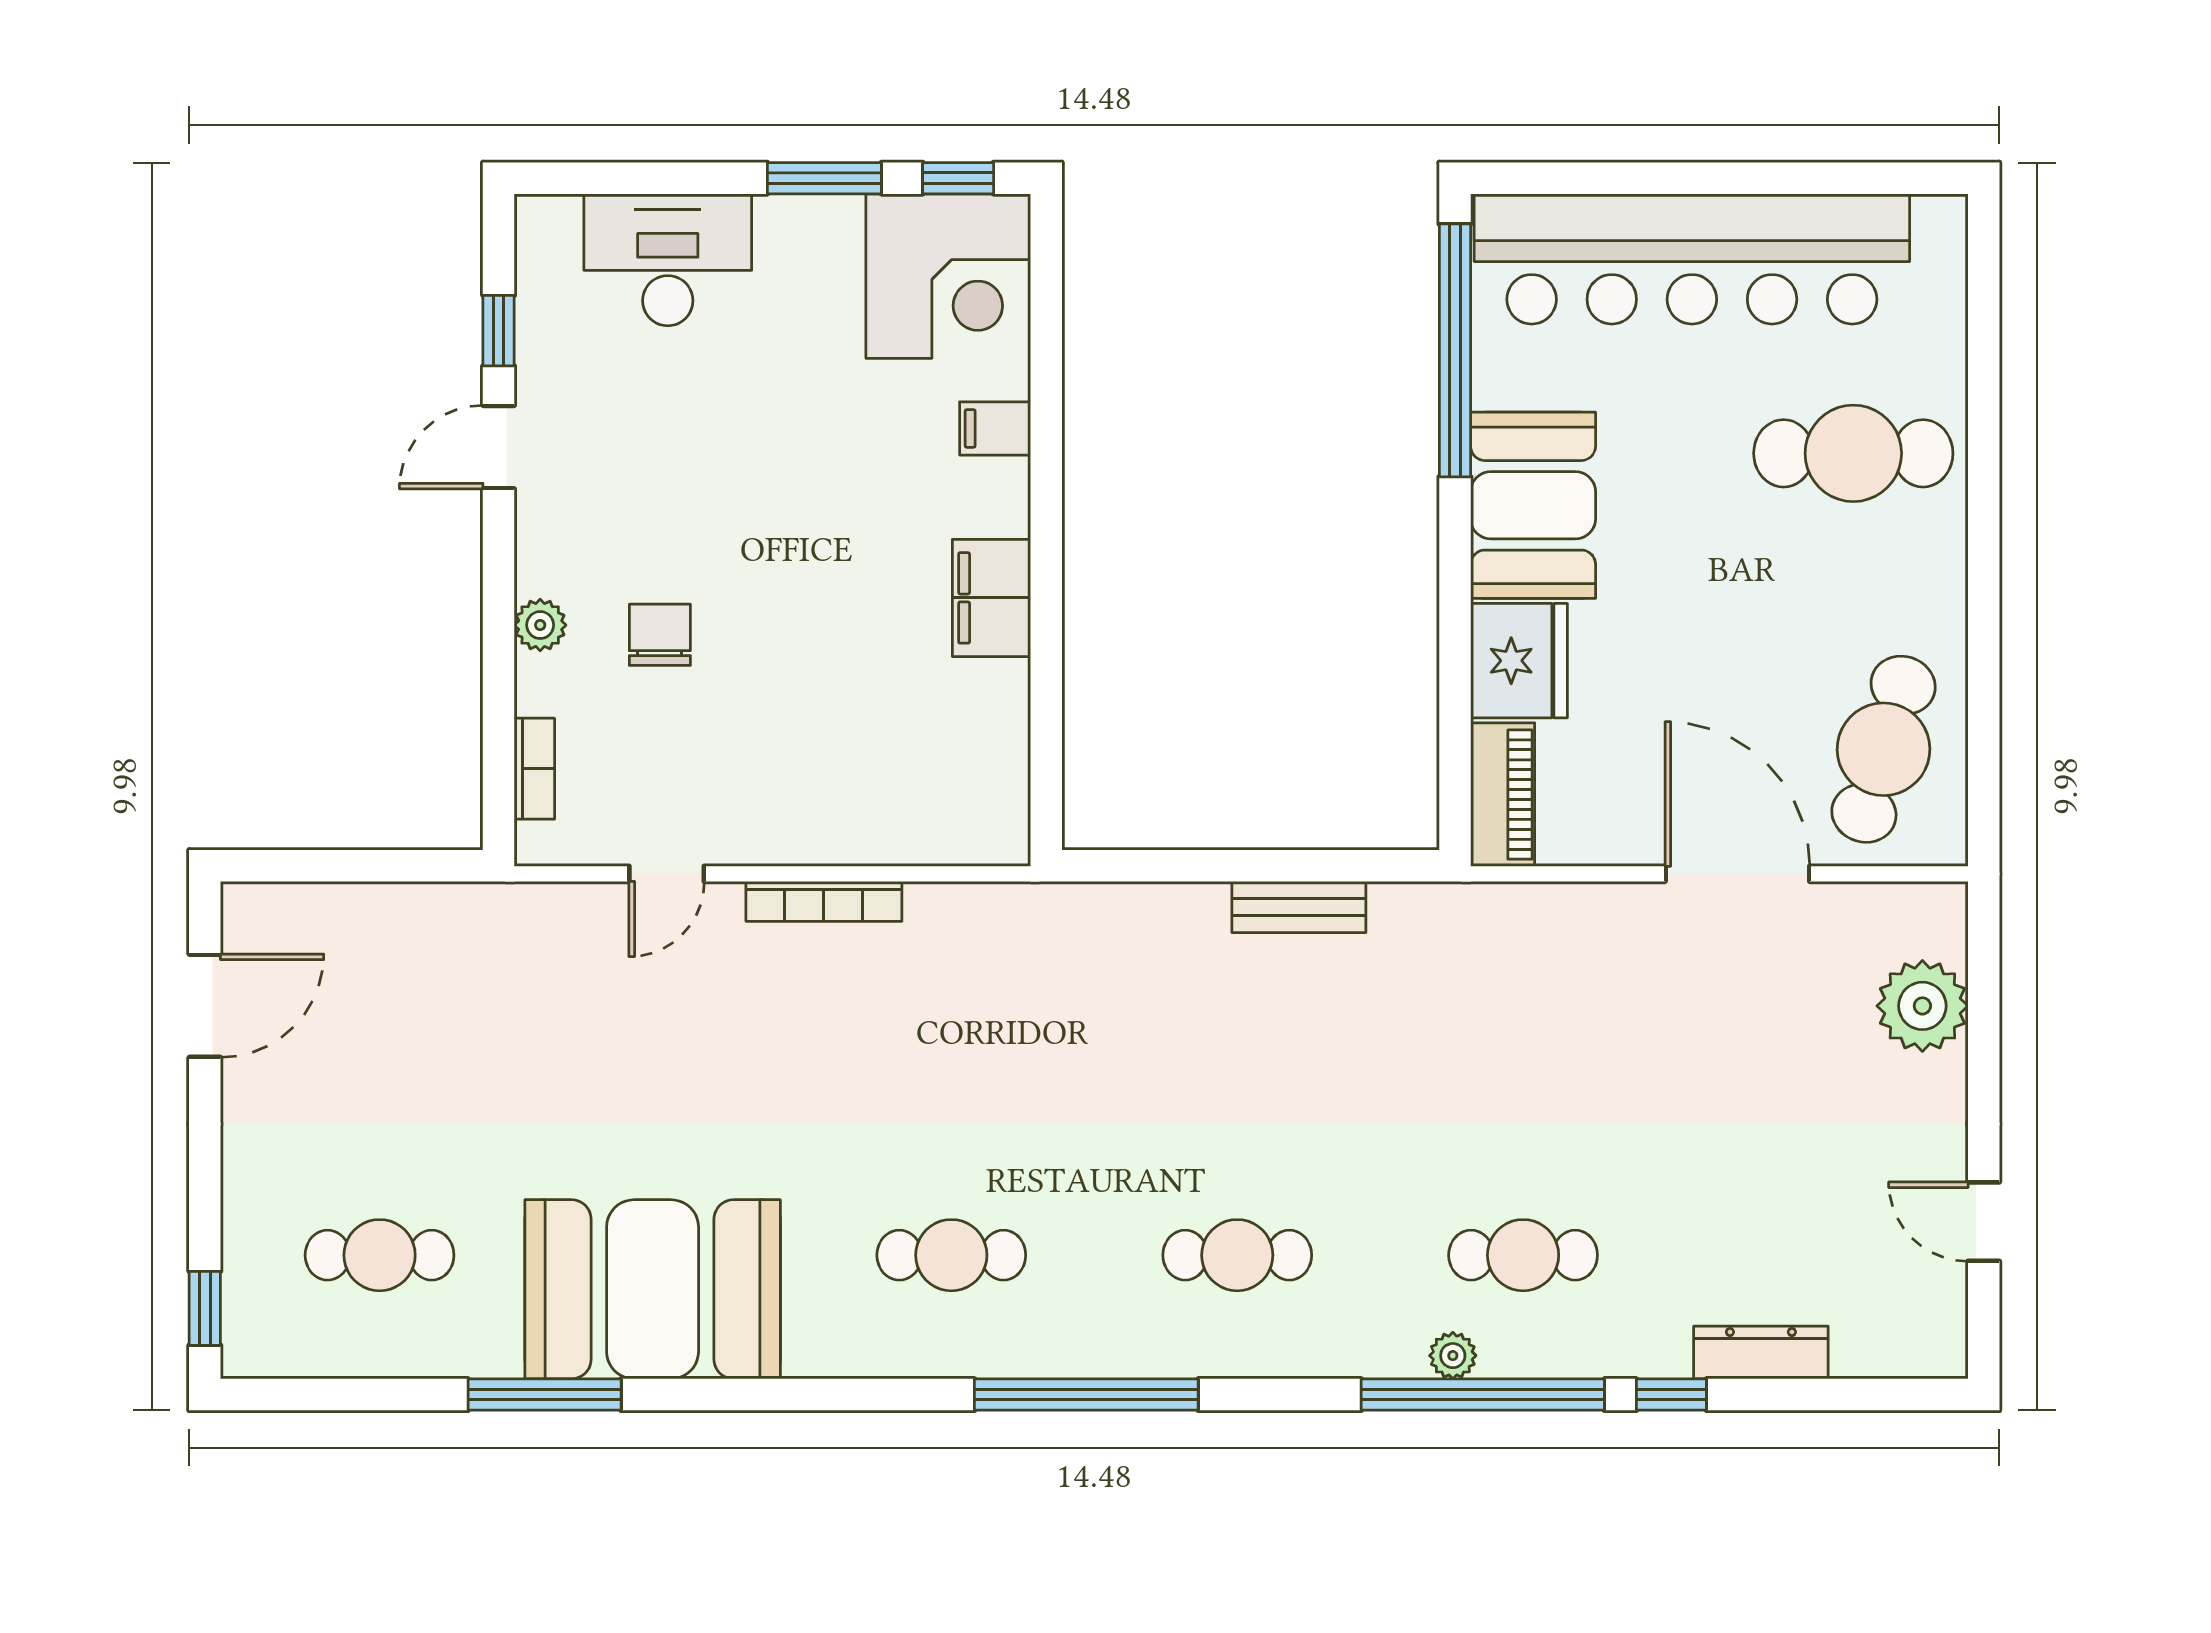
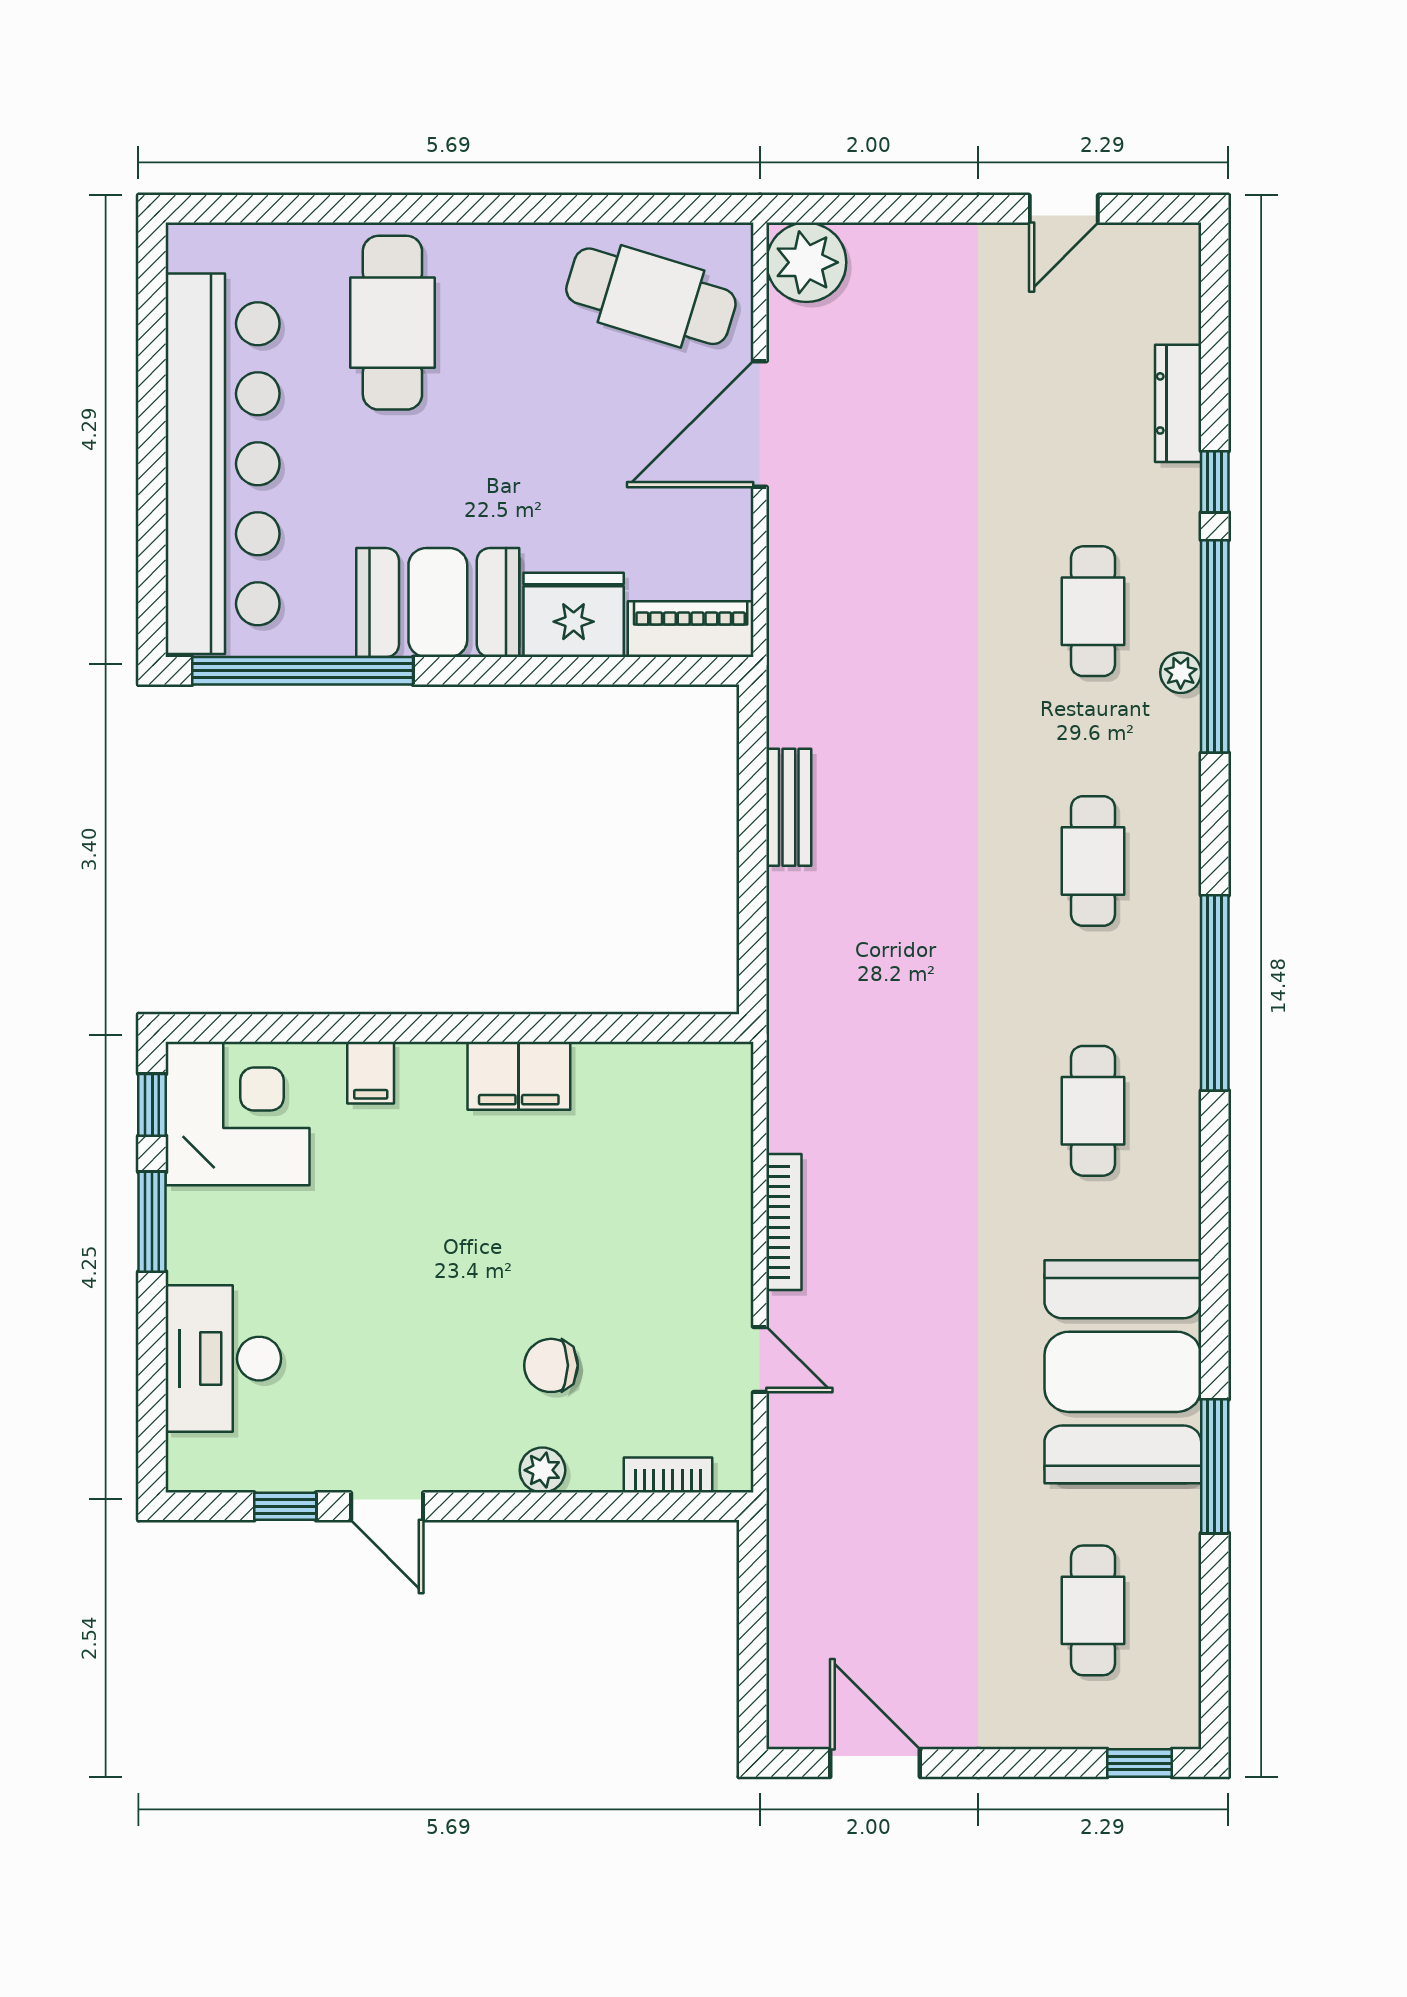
plant: (1922, 1006) -> (806, 262), moved

